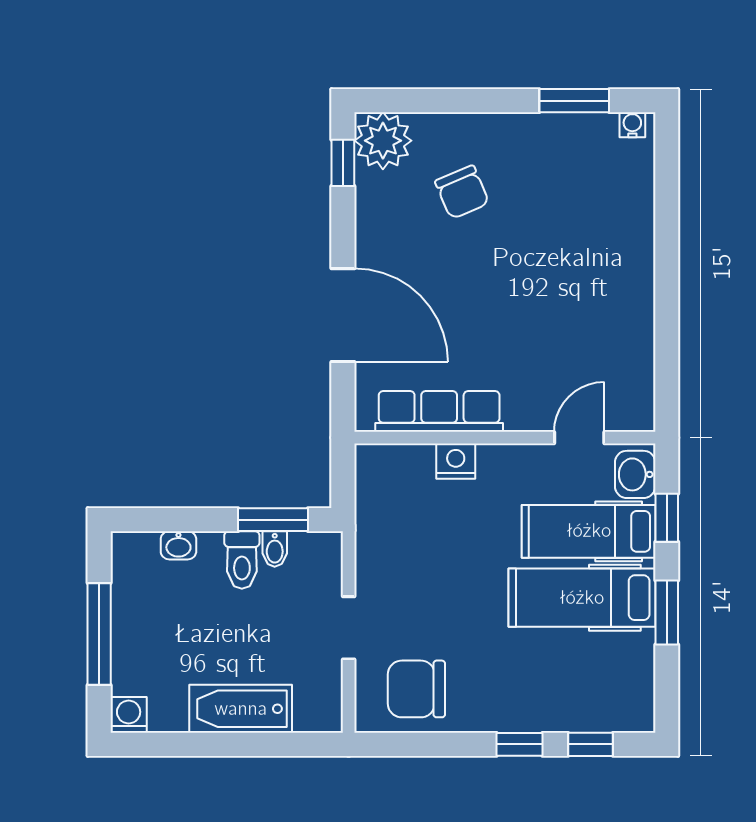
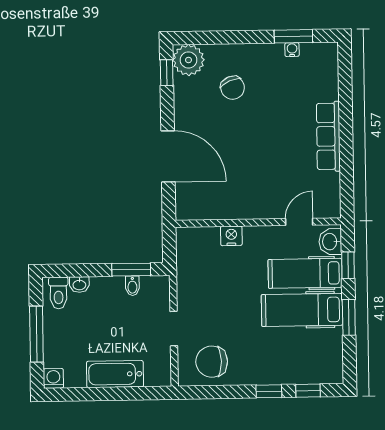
water cooler: (632, 125) -> (292, 50), moved
row of seats: (439, 411) -> (328, 136), moved, turned -90
toilet: (242, 560) -> (58, 293), moved

